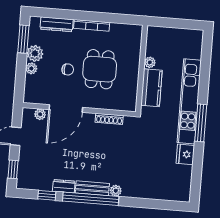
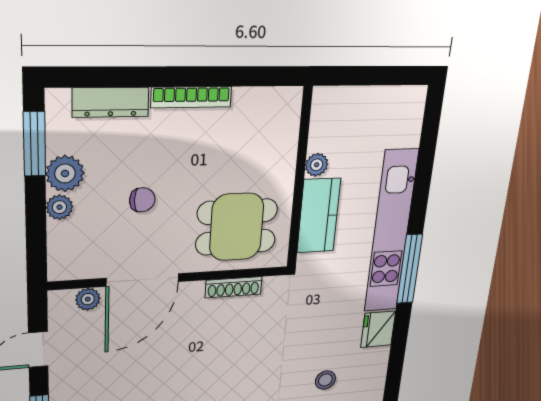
dining table: (100, 69) -> (237, 227), moved, turned 90
stool: (157, 179) -> (325, 380), added

